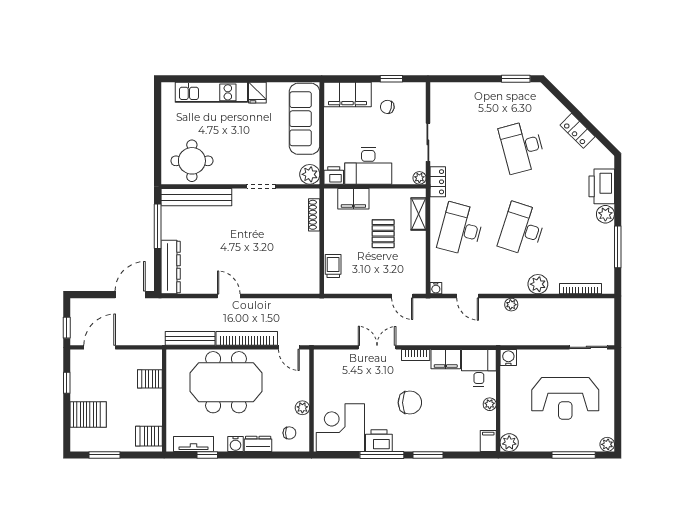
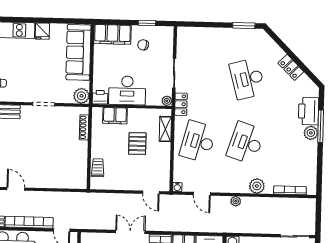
window: (618, 247) -> (321, 126), moved

